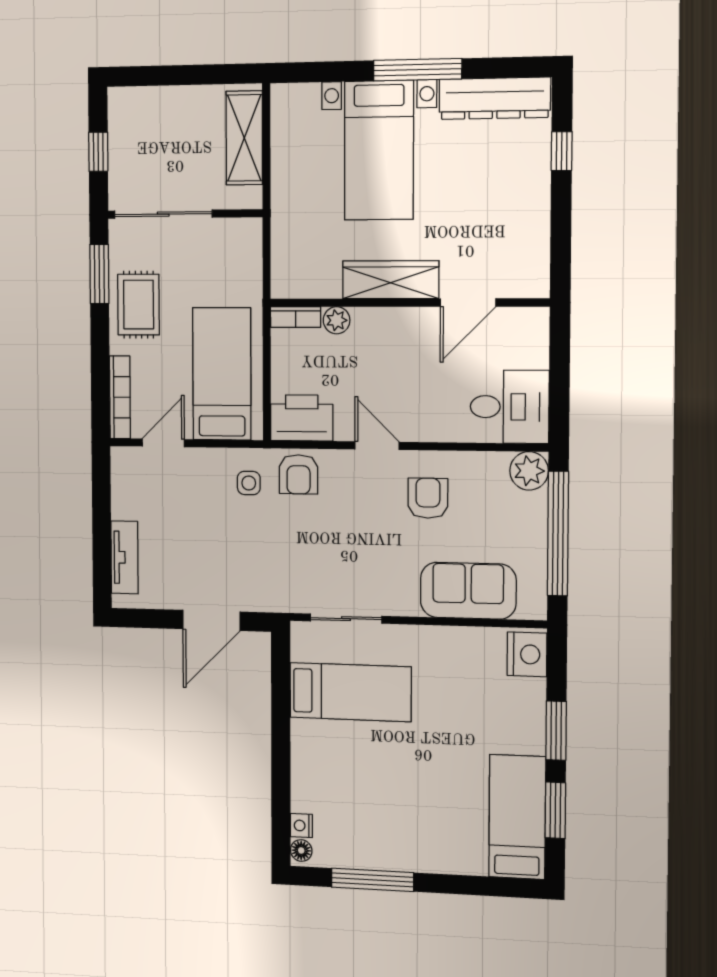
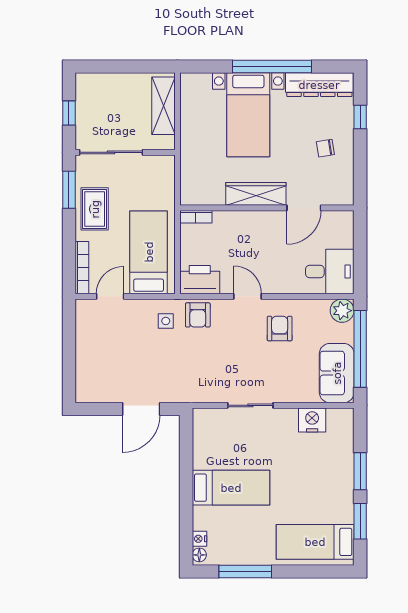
window: (417, 70) -> (272, 66), width x1.46
chair: (504, 204) -> (325, 148), added
plant: (337, 320) -> (222, 219), removed
tv unit: (124, 557) -> (84, 370), removed
sofa: (468, 591) -> (337, 373), moved, turned -90
sliding door: (346, 619) -> (250, 405), moved
nightstand: (527, 654) -> (312, 420), moved, turned -90
bed: (350, 692) -> (231, 488), moved
bed: (517, 817) -> (315, 542), moved, turned -90

